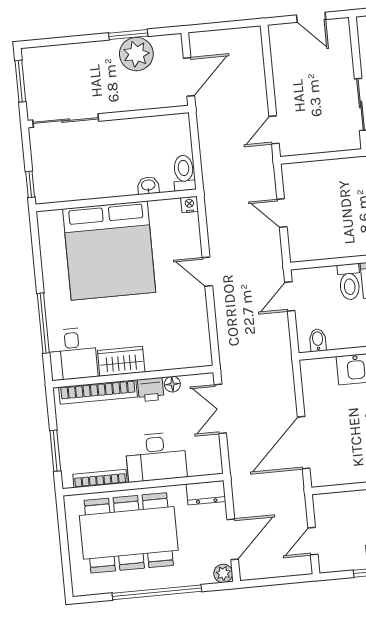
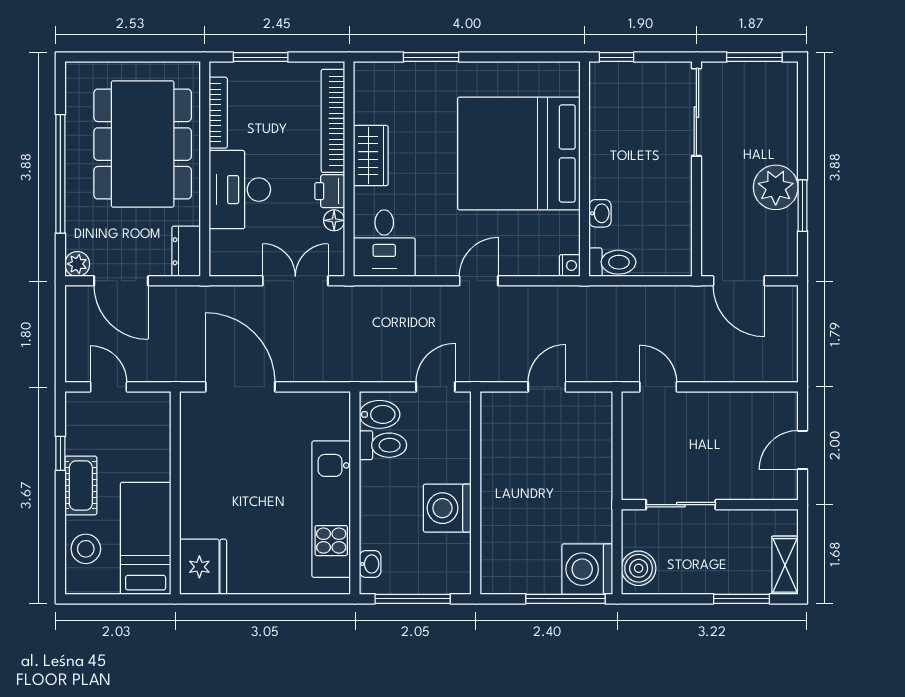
plant: (136, 54) -> (776, 187), moved
toilet: (349, 282) -> (383, 445), moved, turned 180
door: (290, 296) -> (435, 387), hinge flipped
window: (43, 323) -> (431, 57), width x0.69
bidet: (318, 340) -> (380, 414), width x1.38, depth x1.36
desk: (73, 354) -> (384, 243), moved, turned -90

